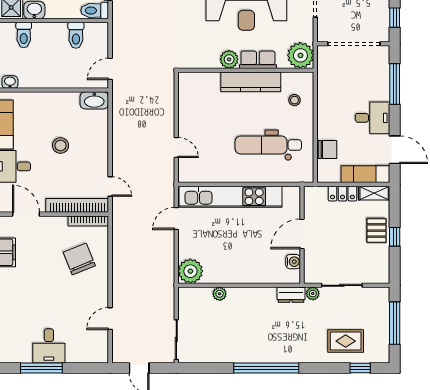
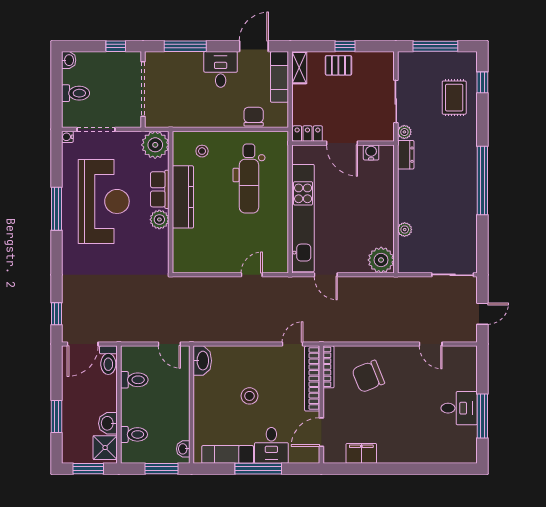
locker: (342, 194) -> (307, 134), moved, turned -90

